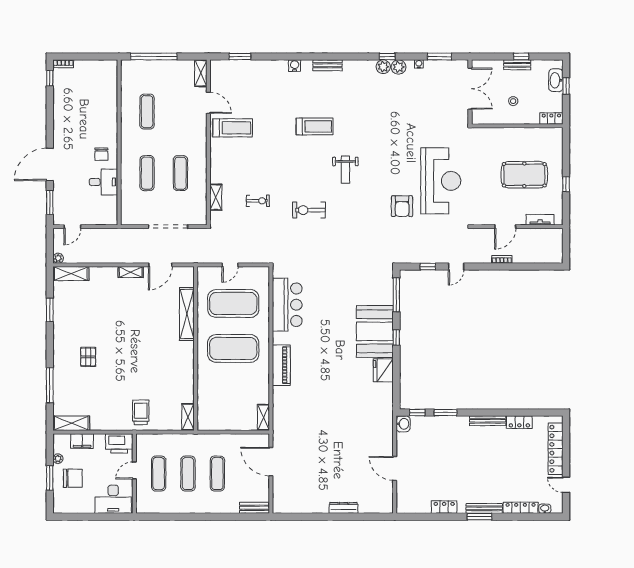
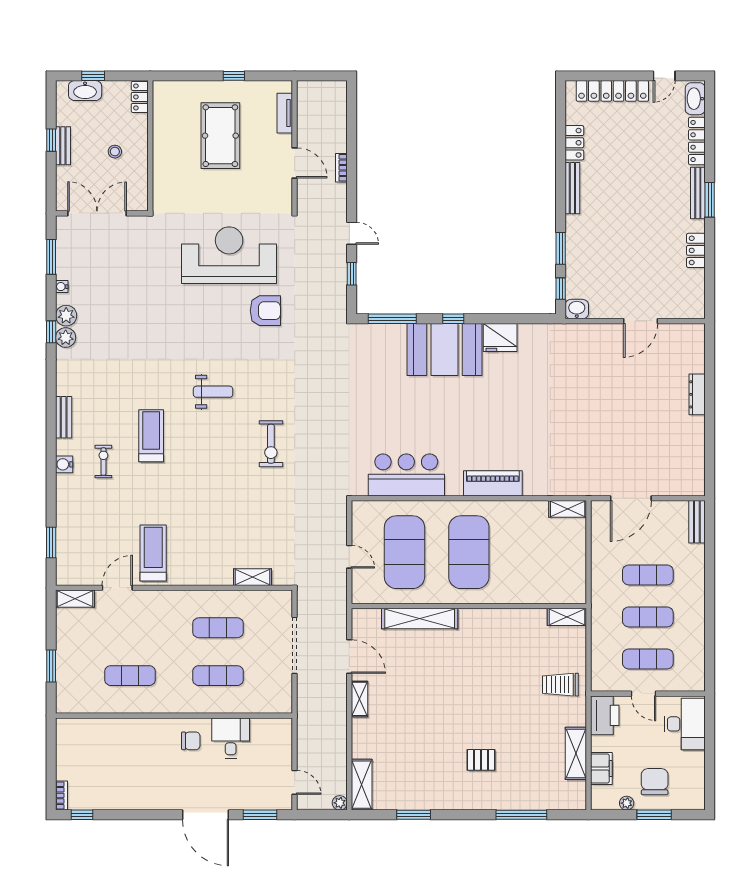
window: (154, 57) -> (51, 666), width x0.47
exercise bike: (258, 201) -> (103, 462), moved
shelving: (71, 423) -> (576, 753), moved
washbasin: (545, 509) -> (695, 99), width x1.91, depth x1.45

